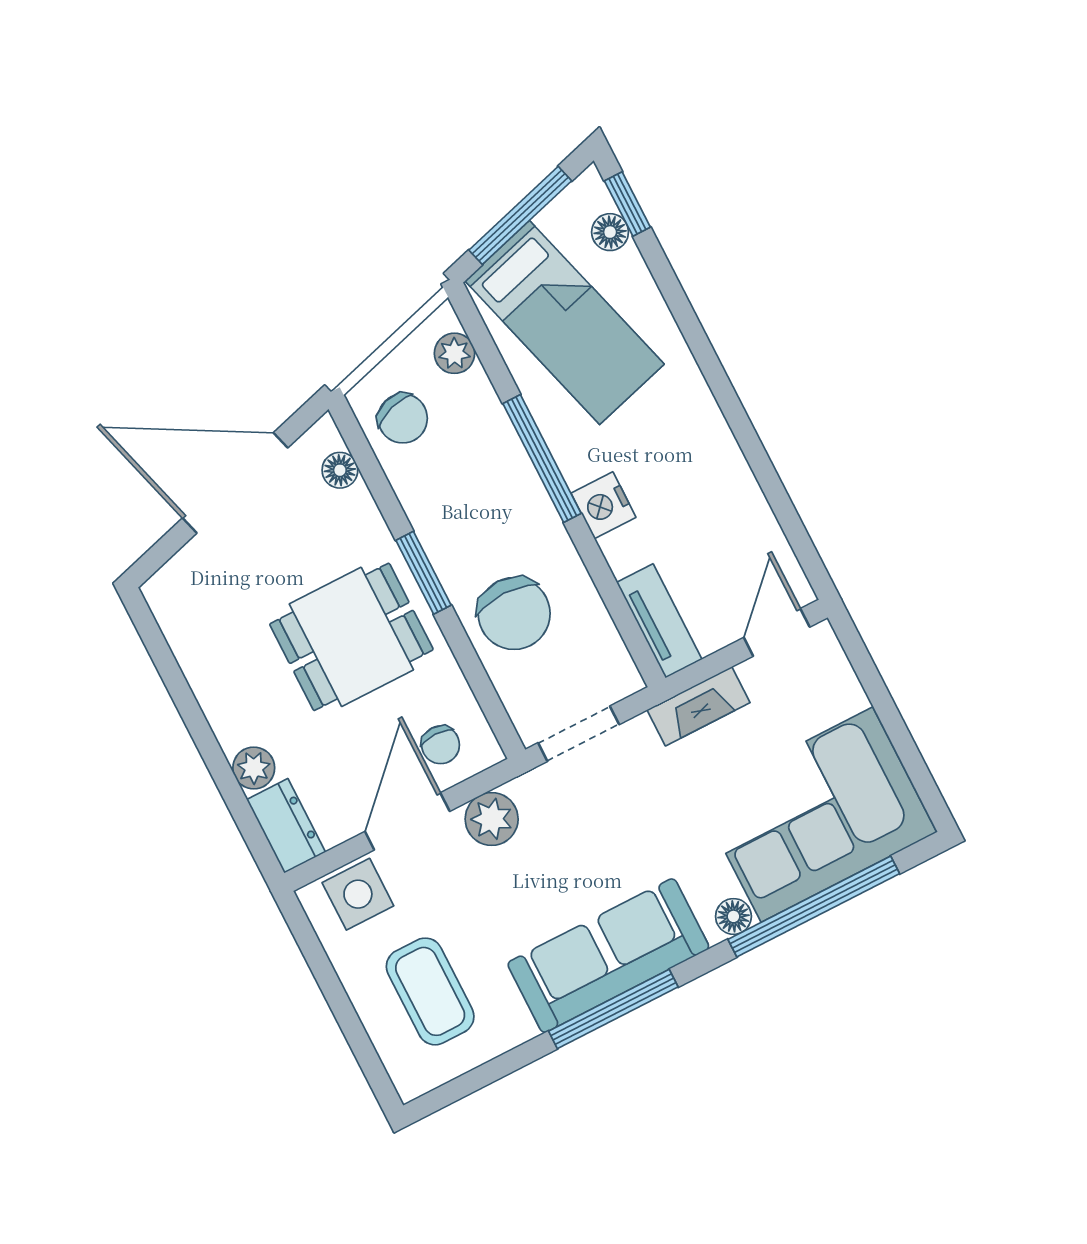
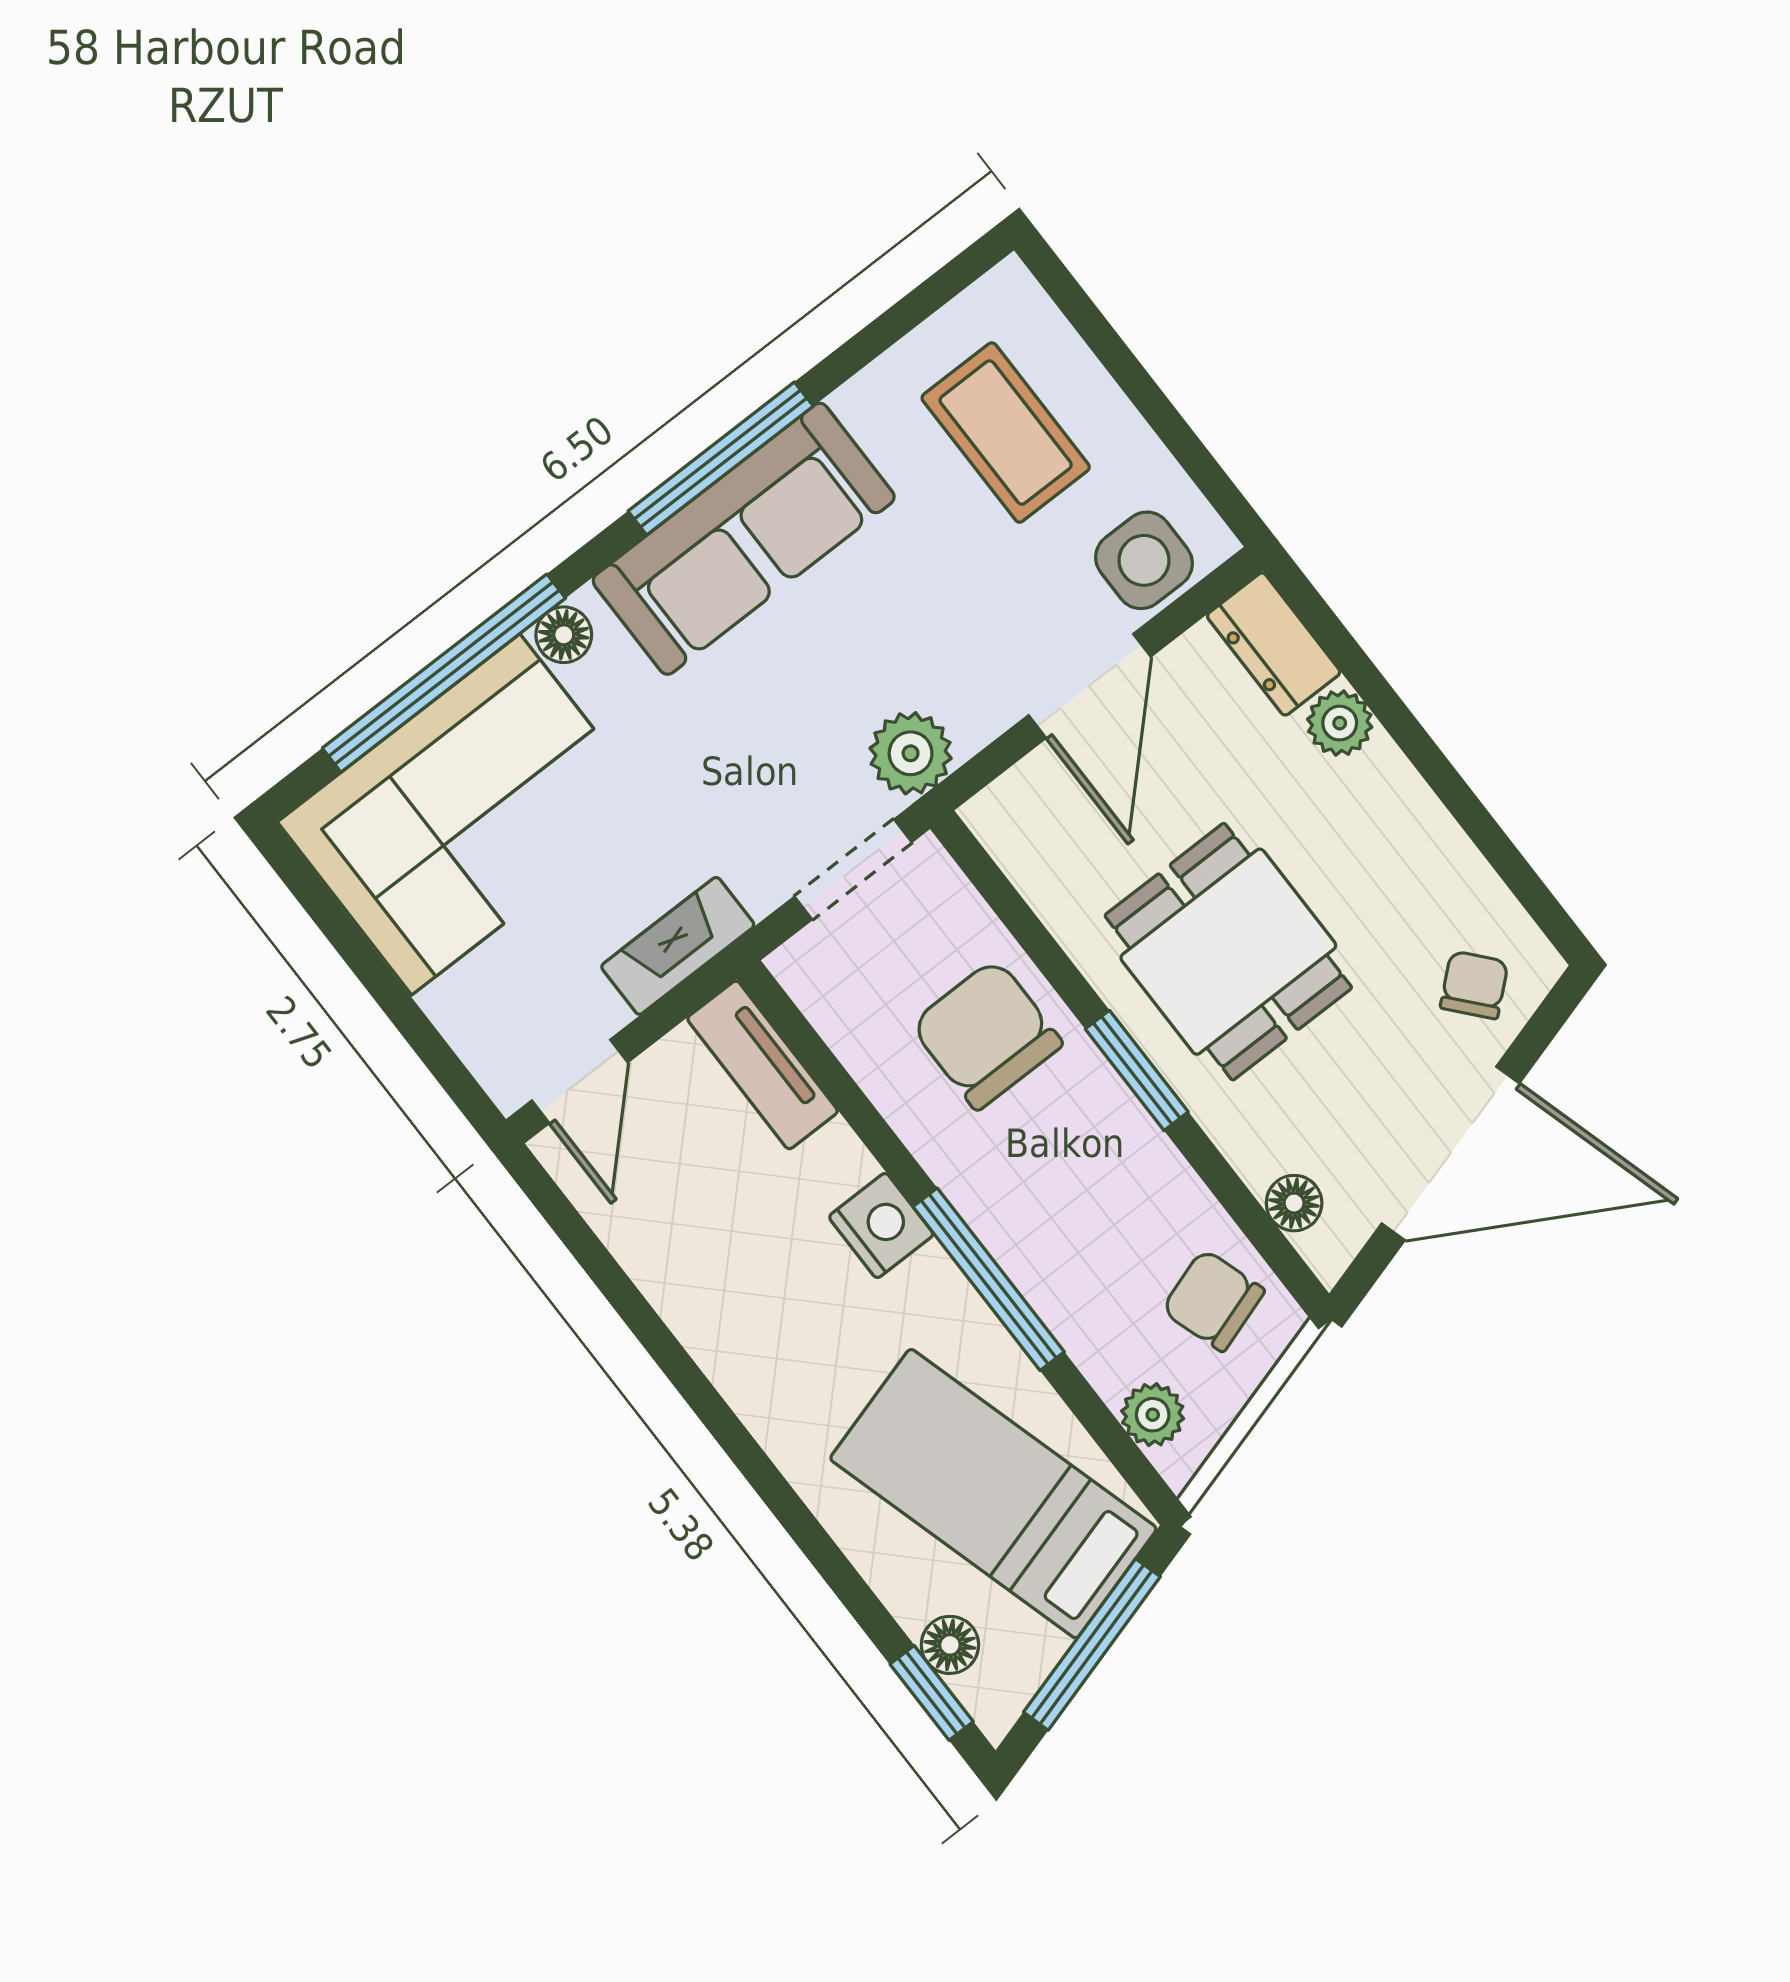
dining table: (351, 637) -> (1228, 952), turned 90
chair: (441, 745) -> (1474, 985), moved, turned 49
plant: (492, 819) -> (911, 753), moved

